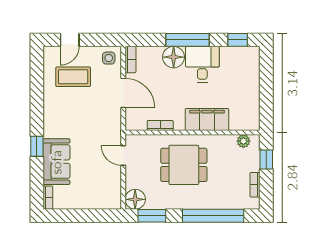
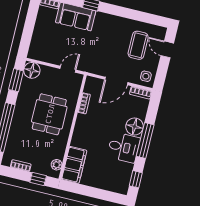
filing cabinet: (207, 119) -> (74, 165), moved

